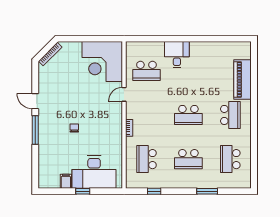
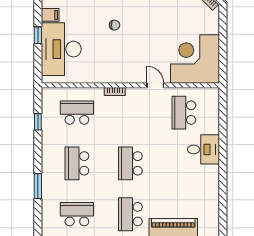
school desk: (230, 115) -> (130, 214), turned 90

